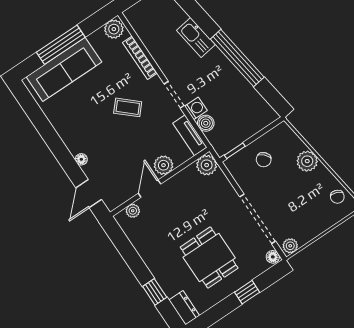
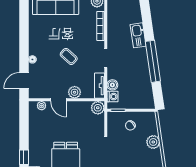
coffee table: (128, 107) -> (69, 56), moved
washing machine: (196, 108) -> (112, 97), moved
door: (150, 189) -> (59, 100), swing flipped

